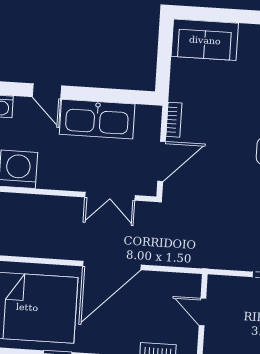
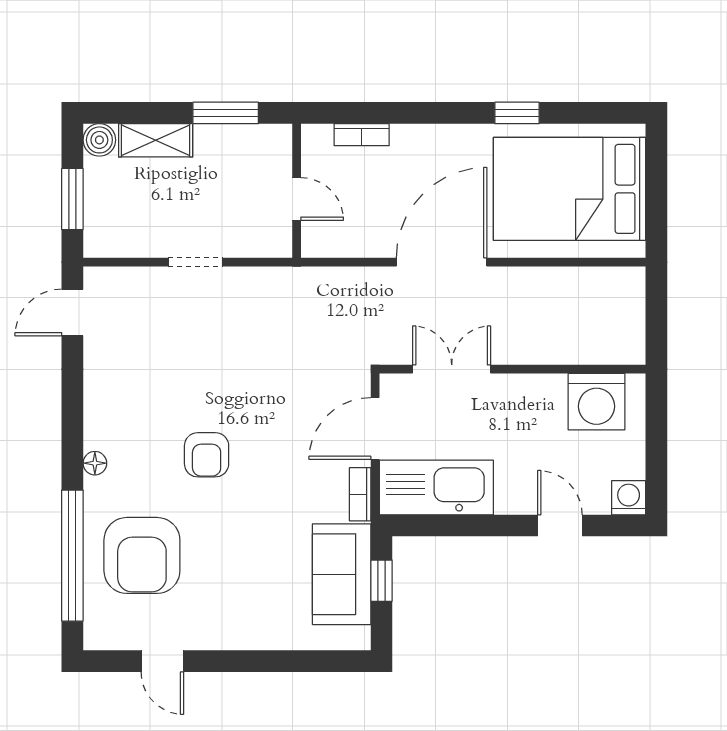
sofa: (205, 40) -> (342, 574), moved, turned -90
window: (164, 63) -> (381, 581), added
kitchen sink: (97, 119) -> (436, 487), moved

